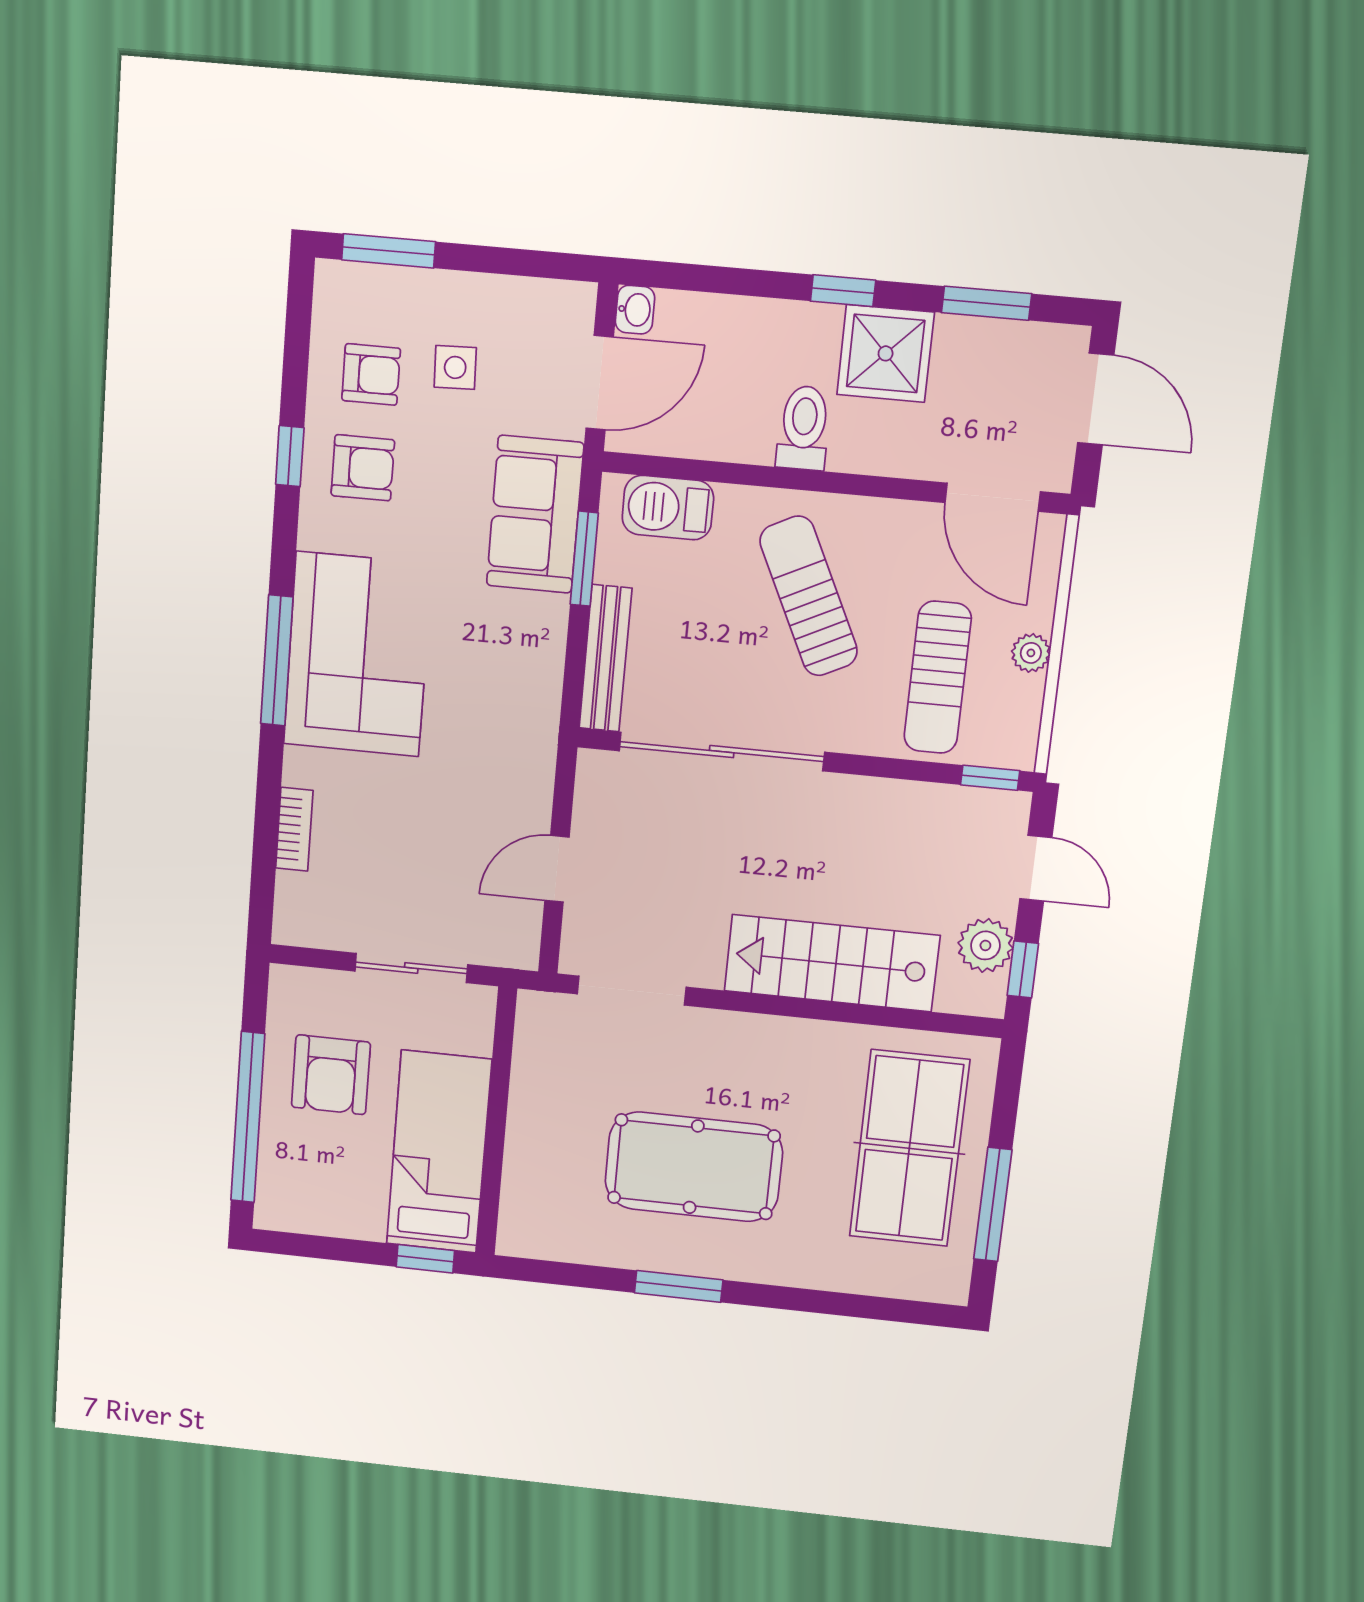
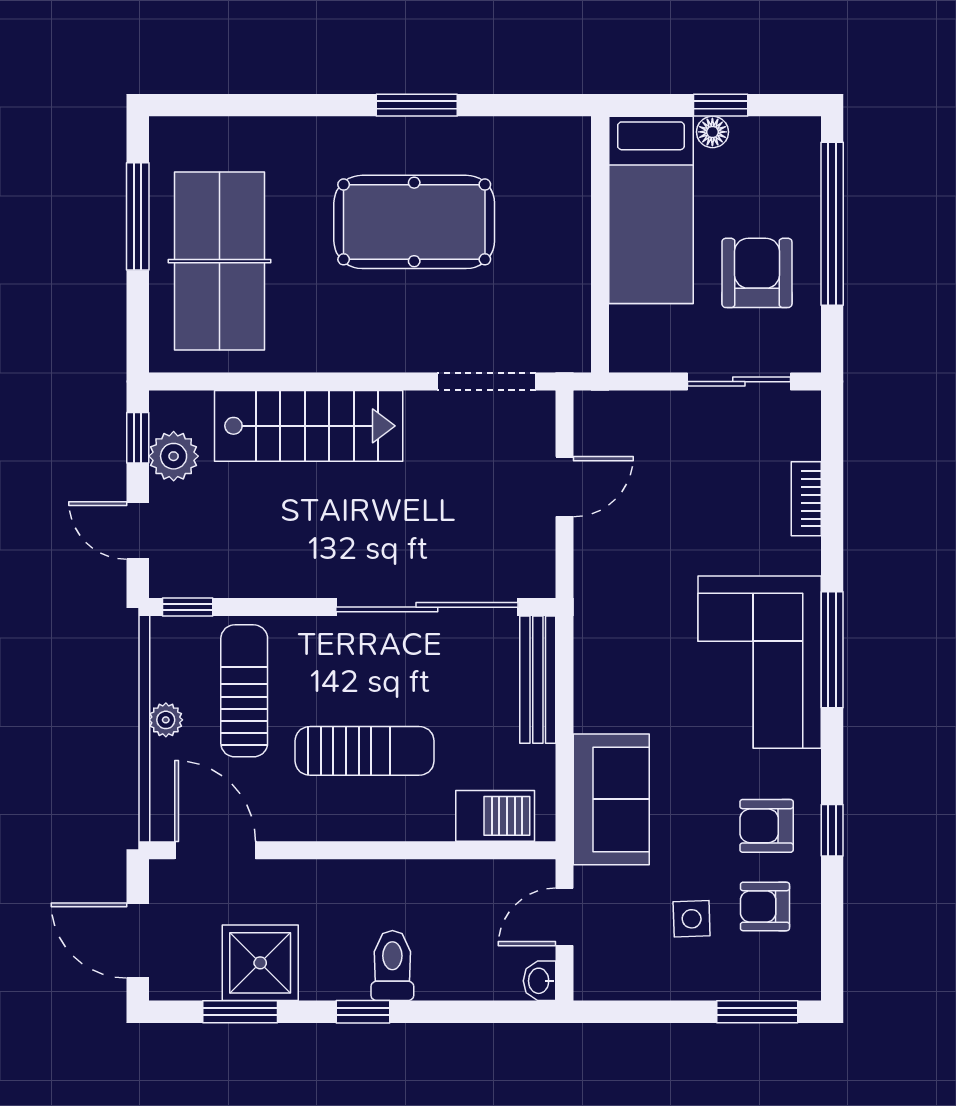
shower: (886, 353) -> (260, 963), moved
door: (600, 383) -> (565, 917), width x0.73
toilet: (804, 428) -> (392, 966), moved, turned 180
window: (584, 559) -> (565, 765), removed
sun lounger: (809, 596) -> (365, 751), turned -64
sliding door: (411, 968) -> (739, 382), moved
floor lamp: (368, 1225) -> (712, 132), added
window: (425, 1259) -> (721, 105), moved

